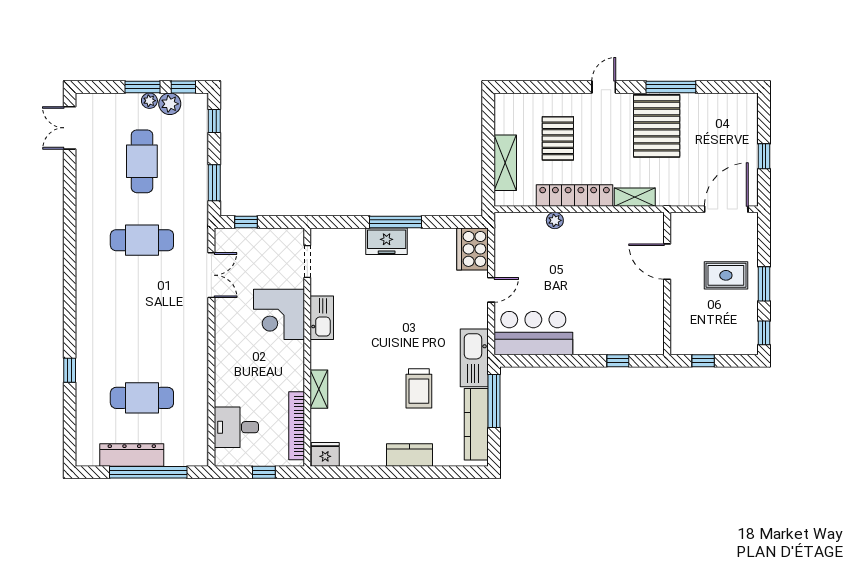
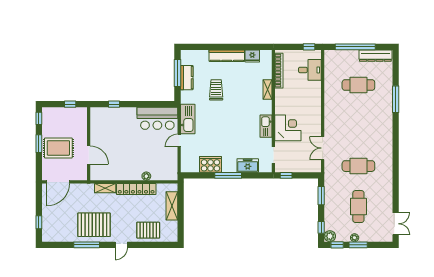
plant: (170, 104) -> (330, 236), moved
pallet: (657, 126) -> (94, 225), turned 90
pallet: (558, 138) -> (148, 230), moved, turned 90
window: (764, 156) -> (39, 222), moved
window: (246, 222) -> (286, 175), moved
freezer: (387, 241) -> (248, 166), moved
cooker: (473, 249) -> (210, 164), moved, turned -90
rug: (726, 275) -> (58, 148), width x1.36, depth x1.43
kitchen sink: (474, 358) -> (188, 119), moved
window: (70, 370) -> (396, 99), width x2.17
window: (494, 401) -> (178, 73), moved
kitchen counter: (476, 424) -> (187, 78), width x0.67
fridge: (325, 454) -> (252, 56), moved
dresser: (132, 455) -> (375, 56), moved
kitchen counter: (410, 455) -> (227, 56), width x1.50
window: (264, 472) -> (309, 47), moved

